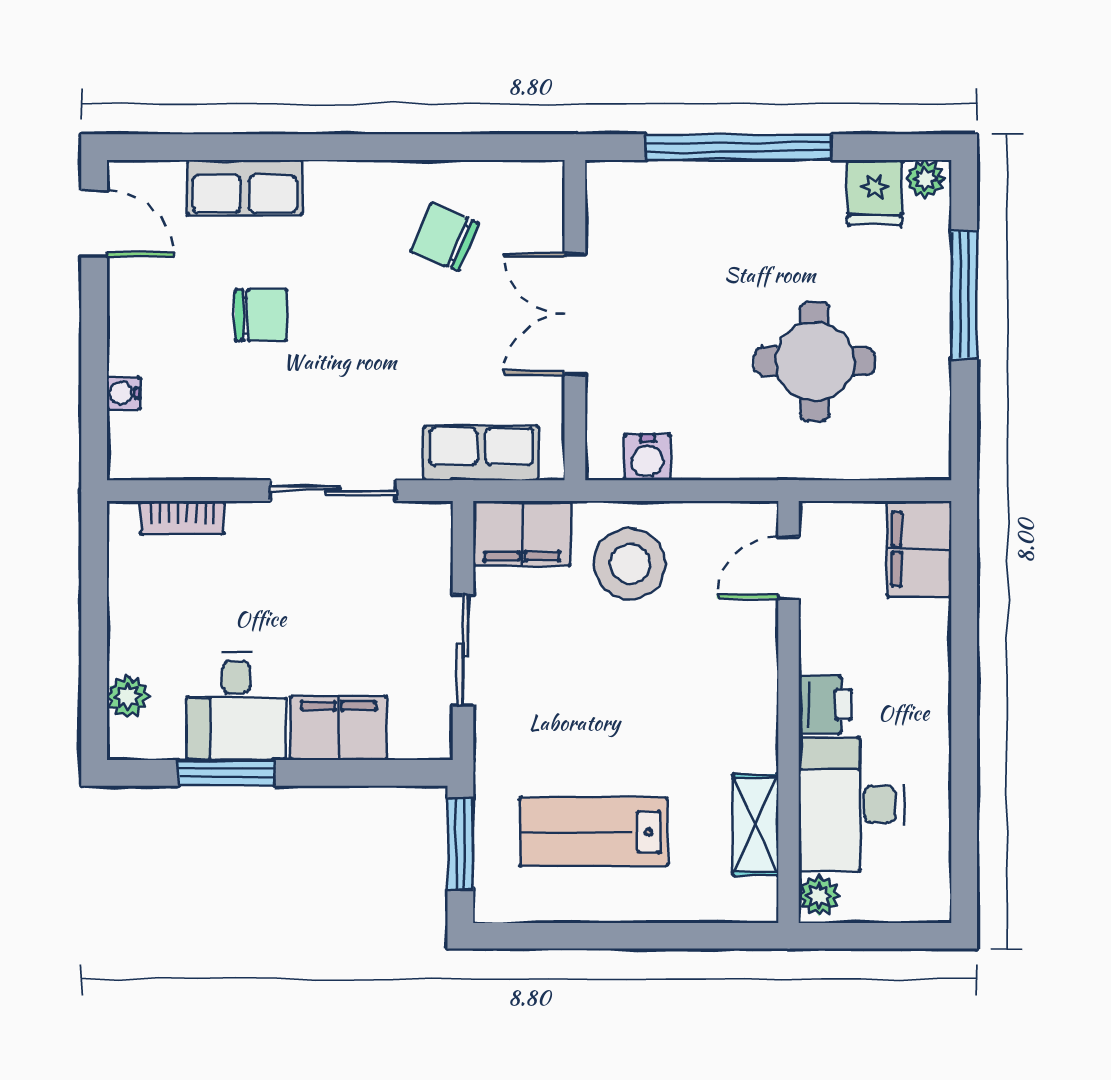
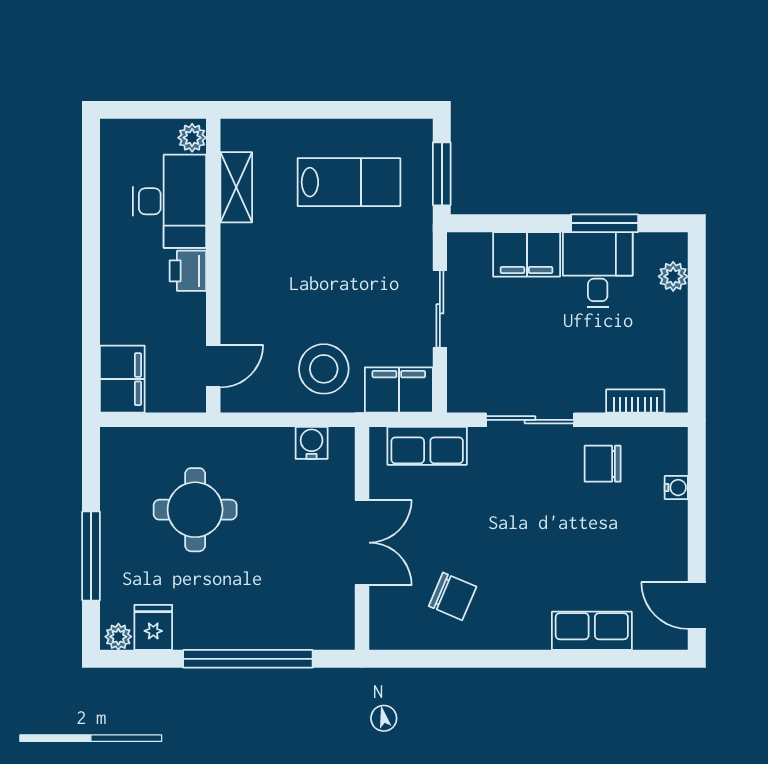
chair: (261, 315) -> (603, 464), moved

